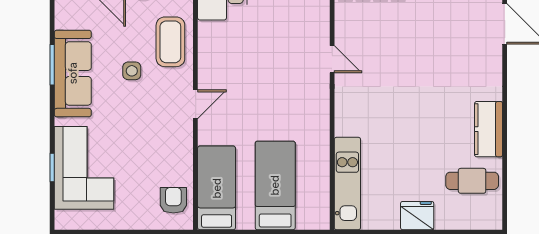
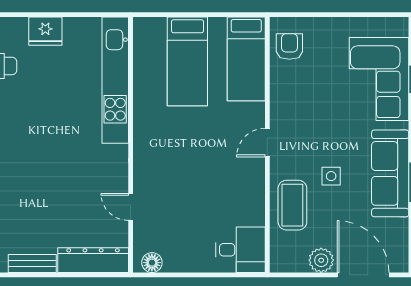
door: (332, 59) -> (131, 207), moved
kitchen unit: (347, 183) -> (115, 80), width x1.36
armchair: (173, 200) -> (289, 47), turned 180

